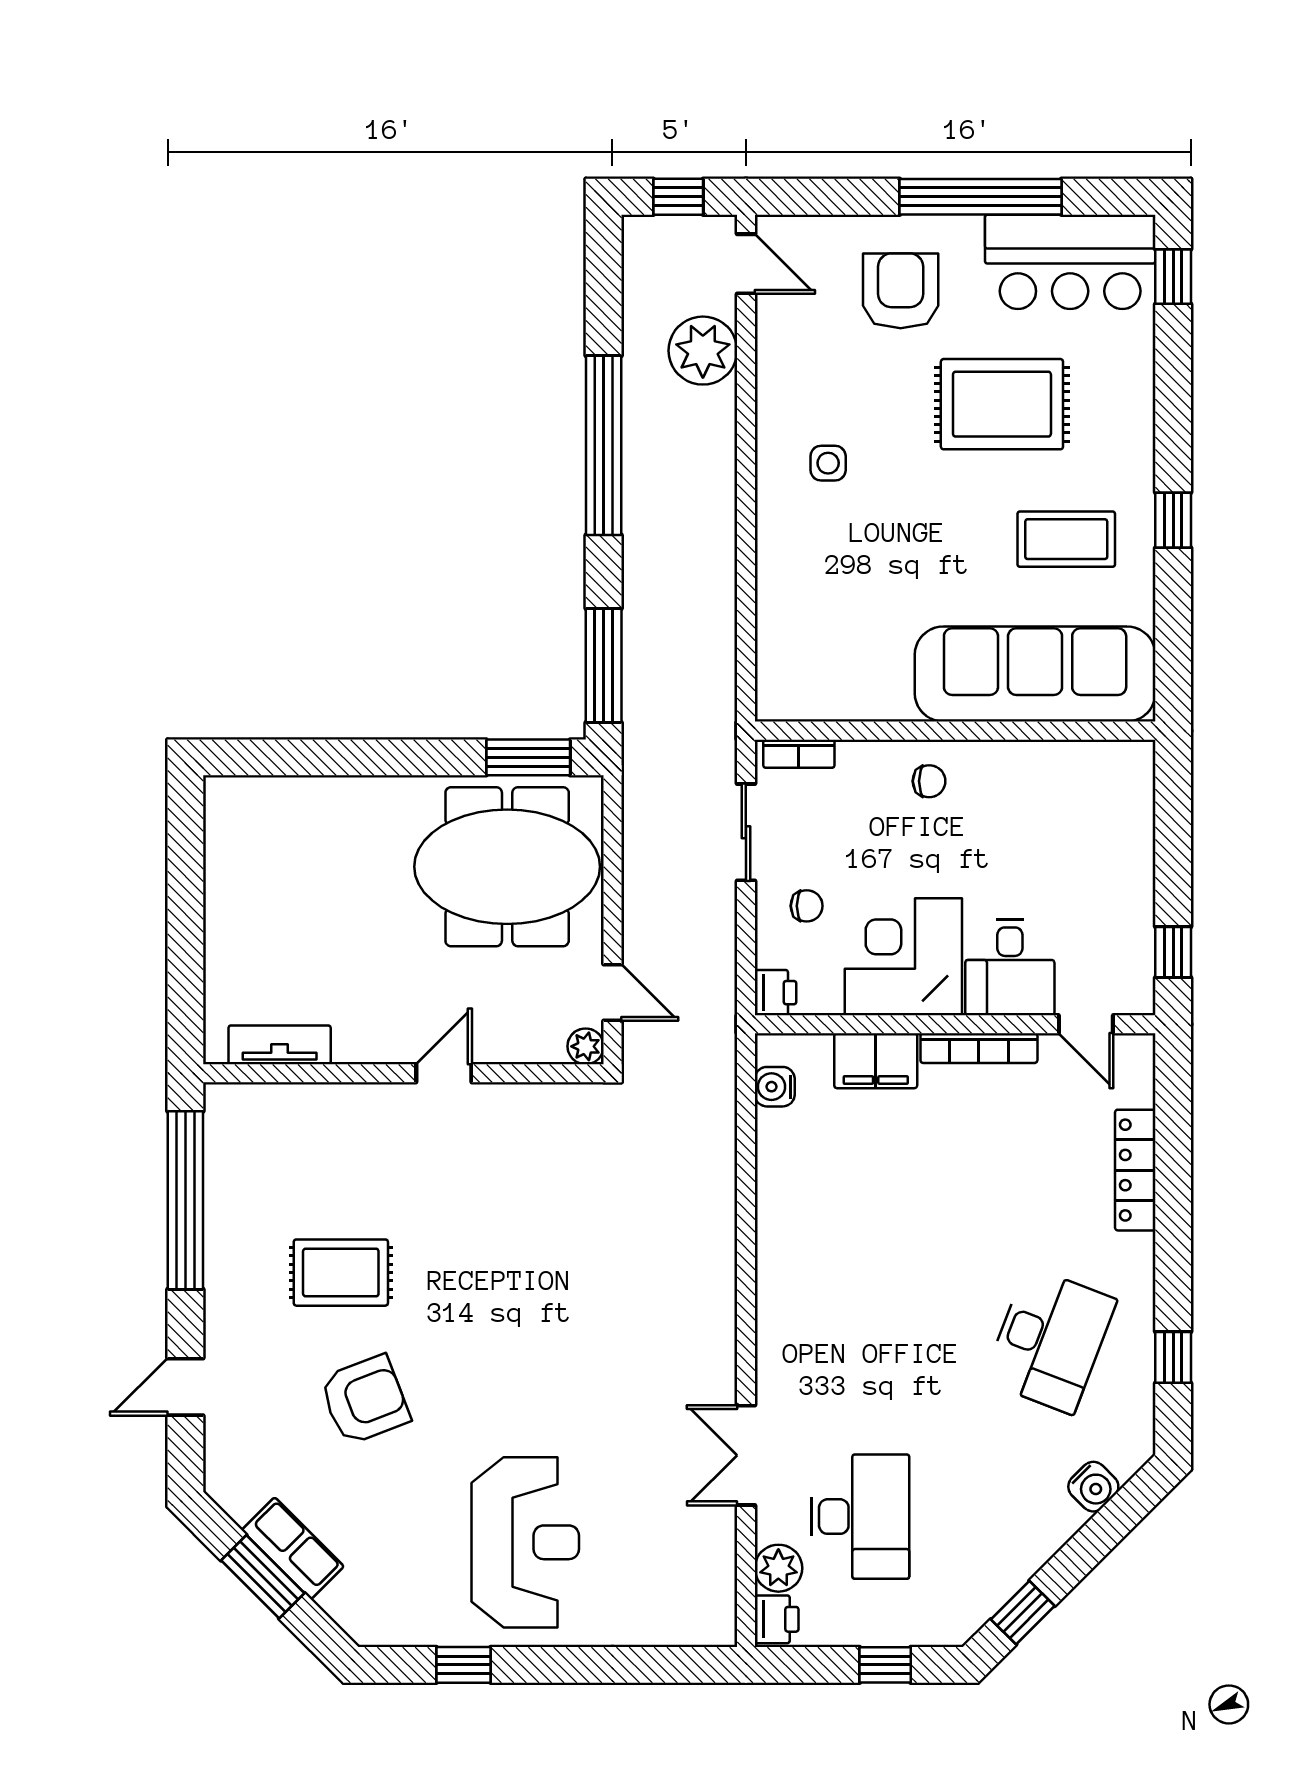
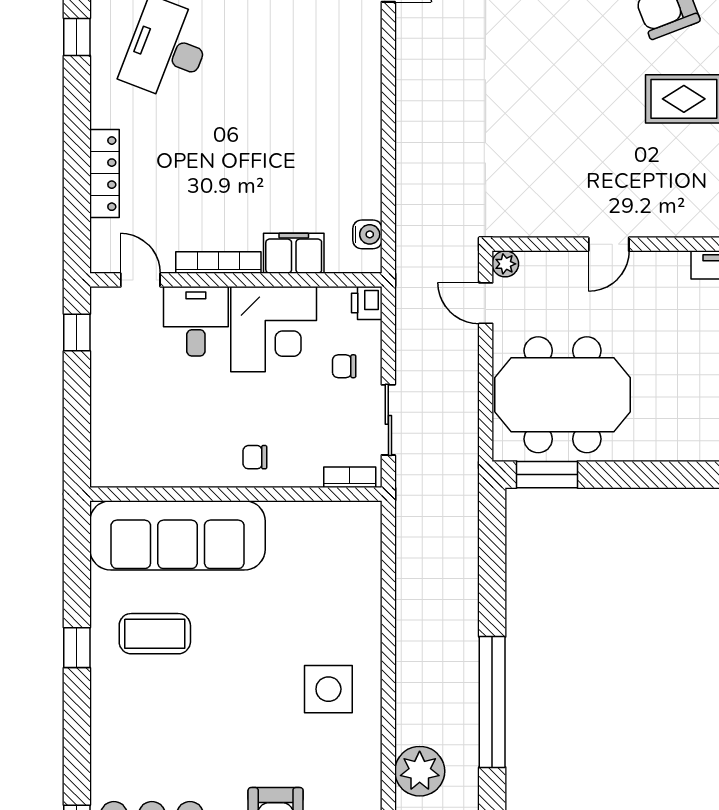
rug: (1002, 404) -> (202, 732), removed
side table: (828, 463) -> (328, 689), width x1.87, depth x1.87
window: (604, 666) -> (492, 541), removed

